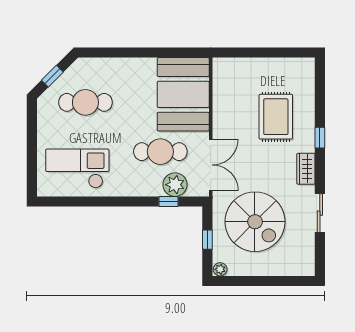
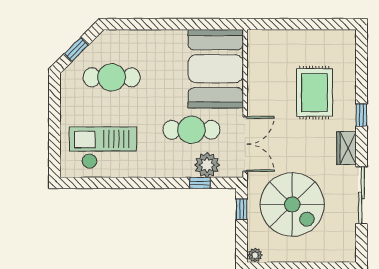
sliding door: (320, 213) -> (361, 195), width x1.37
window: (207, 240) -> (242, 209), moved

